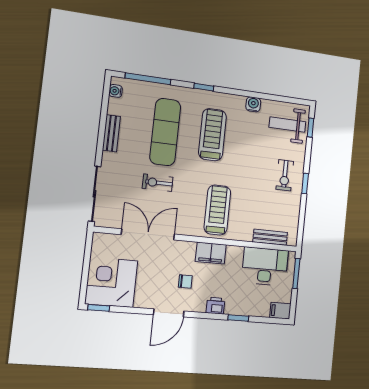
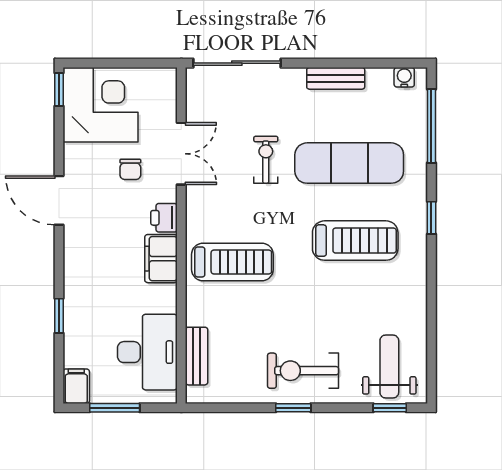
water cooler: (253, 104) -> (415, 304), removed
exercise bike: (285, 175) -> (303, 371), width x1.38, depth x1.39
double door: (148, 234) -> (181, 154), width x0.73
window: (296, 273) -> (115, 408), moved
chair: (185, 281) -> (130, 169), moved
printer: (215, 306) -> (164, 218), moved, turned 180

